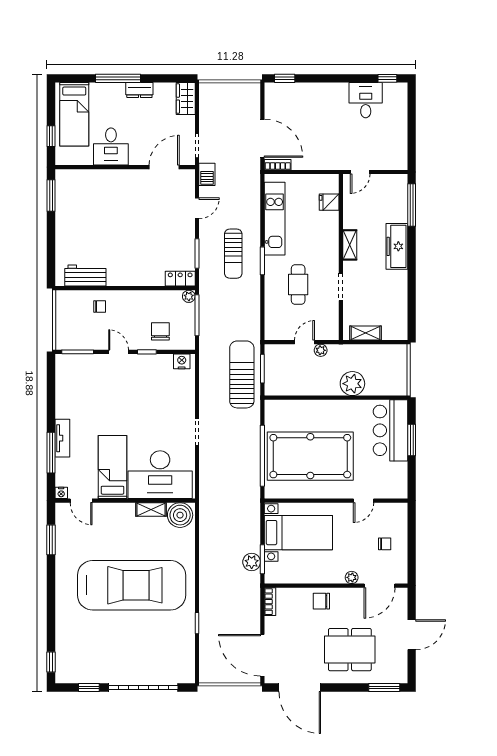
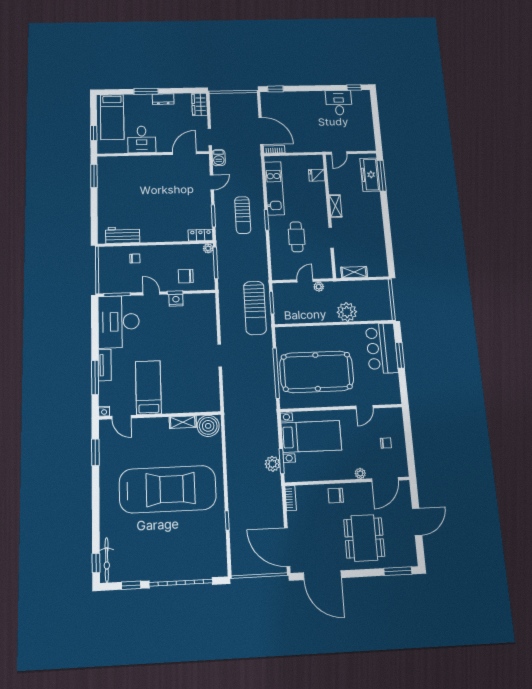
window: (118, 78) -> (146, 91), width x0.69
freezer: (397, 246) -> (370, 175), moved
chair: (160, 331) -> (186, 276), turned -90
nightstand: (182, 361) -> (176, 300), moved
sun lounger: (242, 374) -> (255, 308), turned 180
desk: (160, 475) -> (119, 322), moved, turned 90
dining table: (350, 650) -> (364, 538), turned 90
bicycle: (63, 659) -> (107, 560), added

